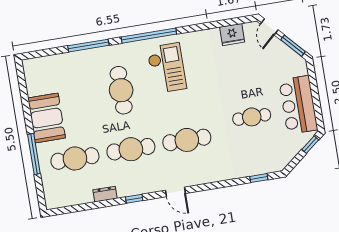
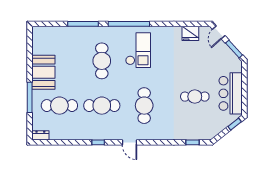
cafe table: (187, 140) -> (144, 106), turned 90
dresser: (105, 194) -> (40, 135), moved

